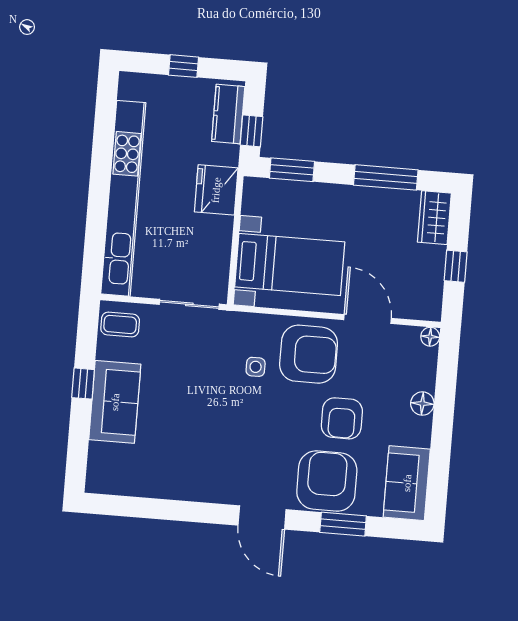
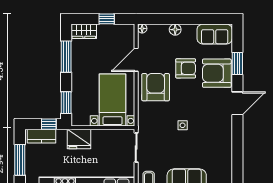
window: (184, 66) -> (20, 160), width x2.17
side table: (256, 367) -> (183, 125), moved

